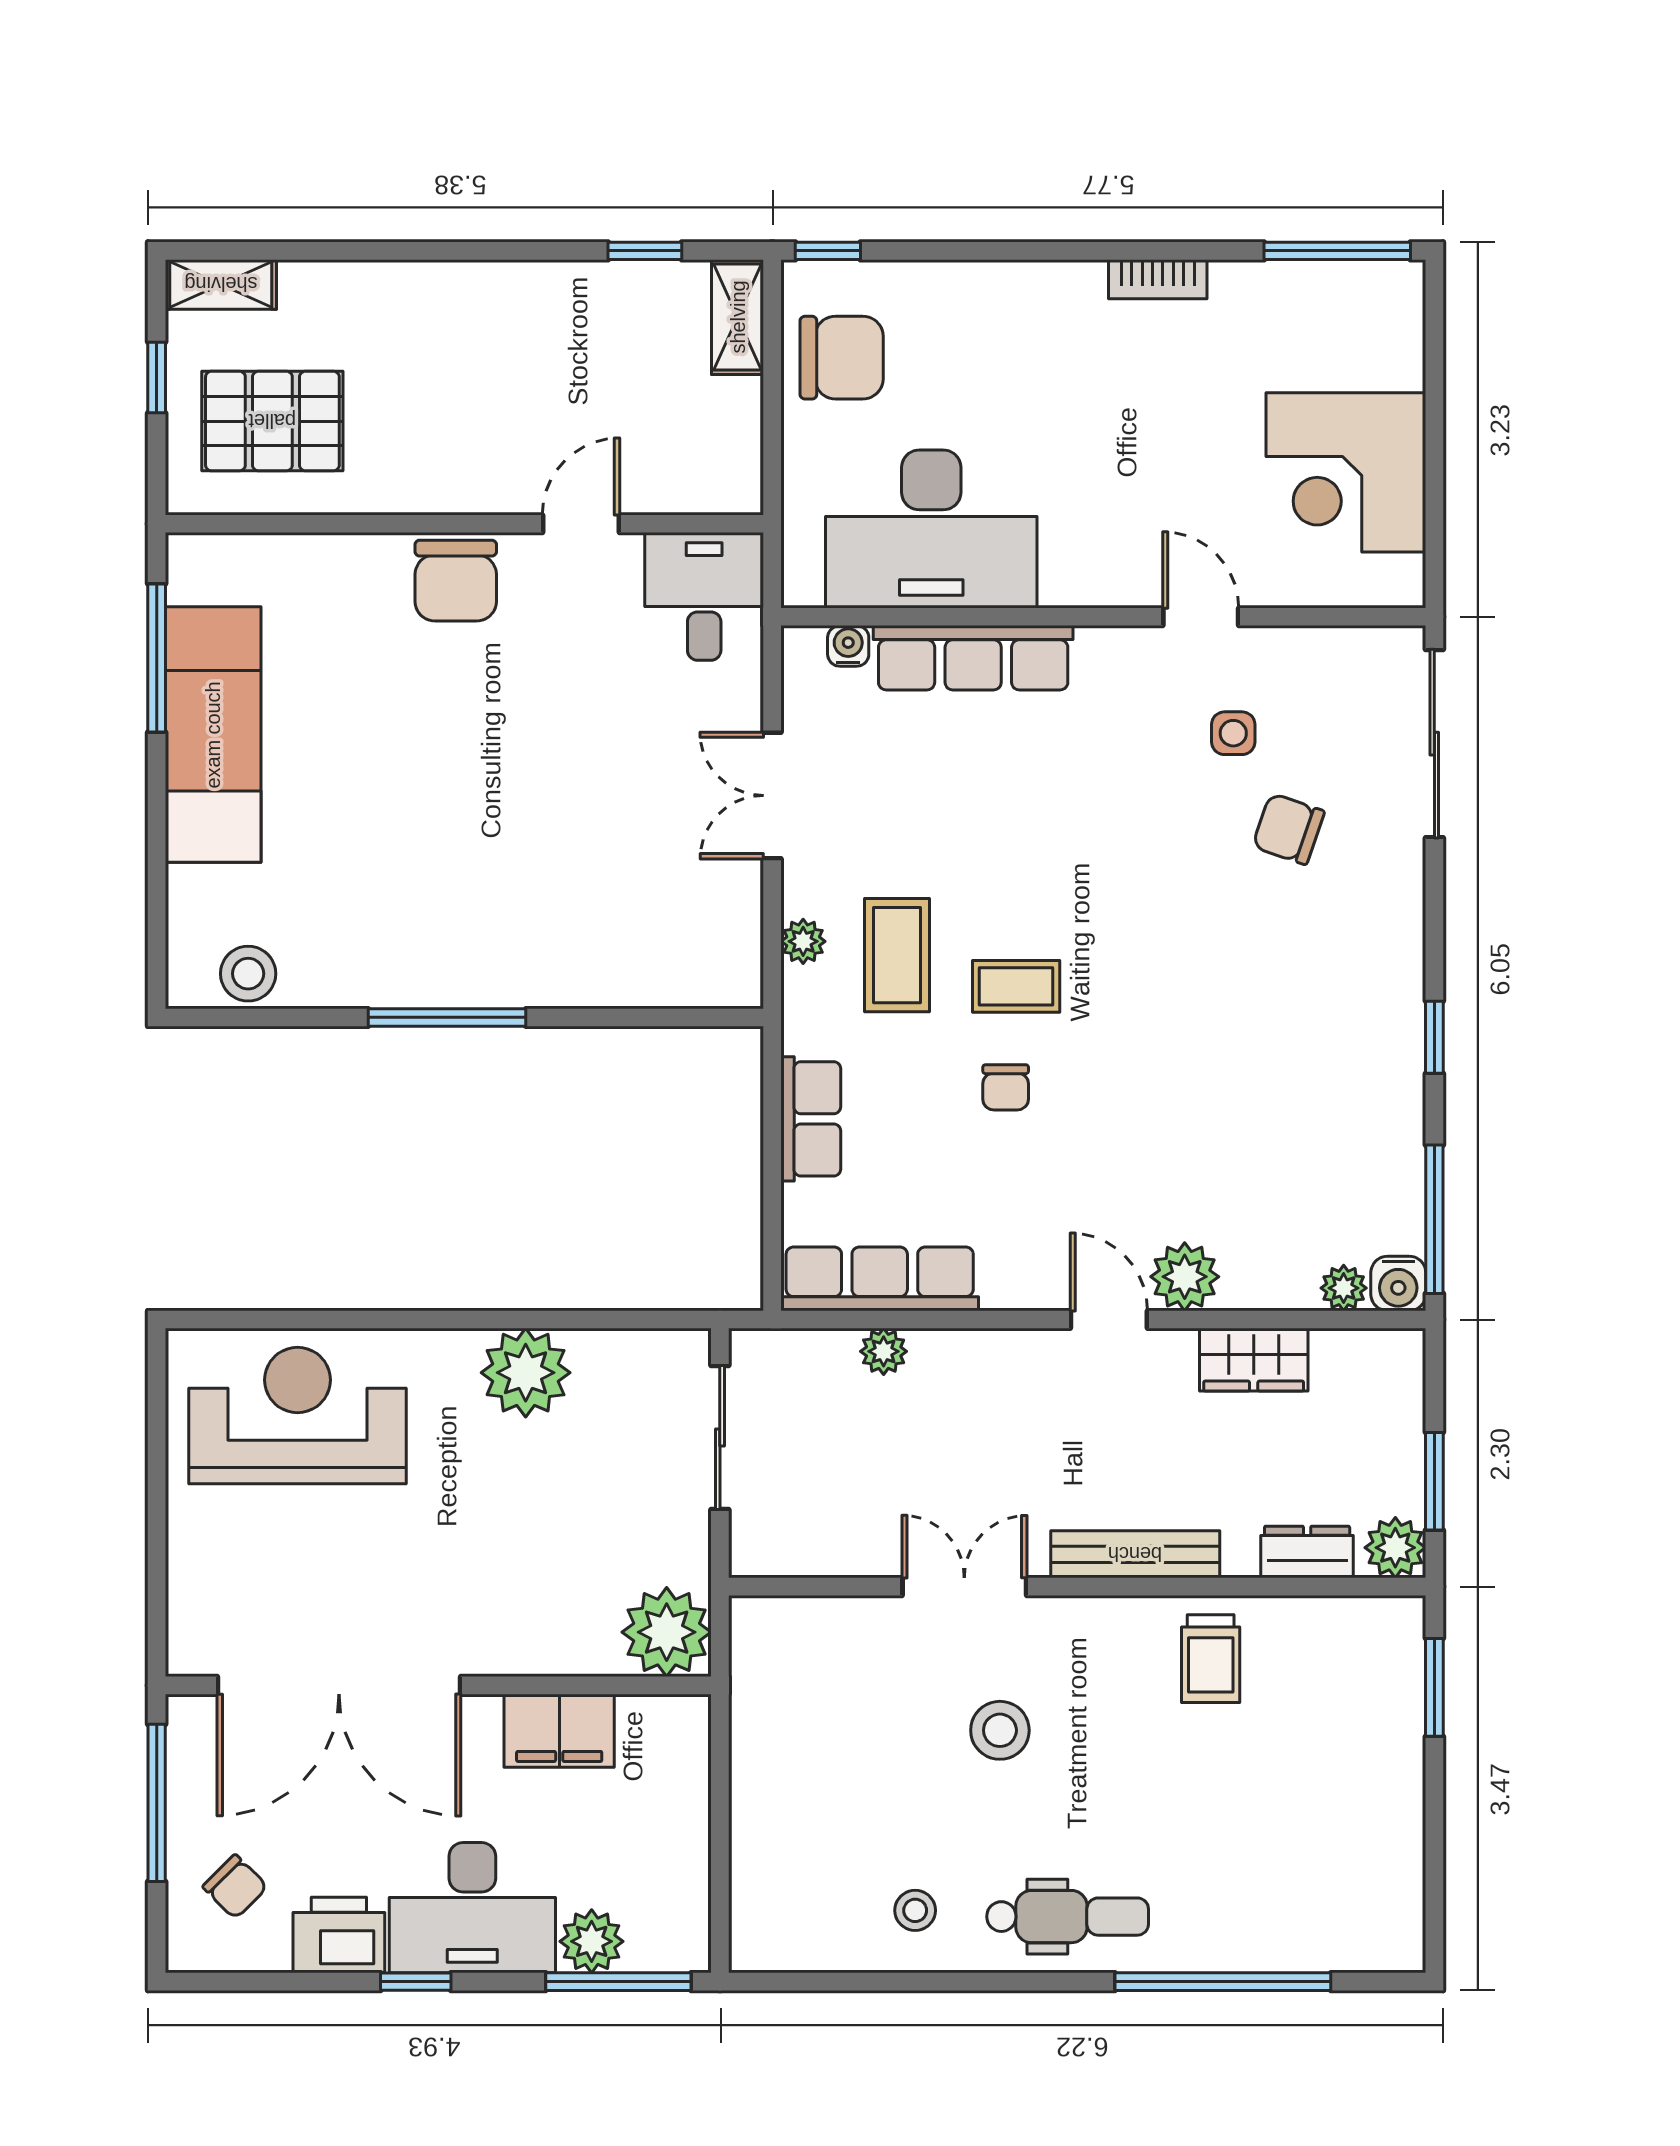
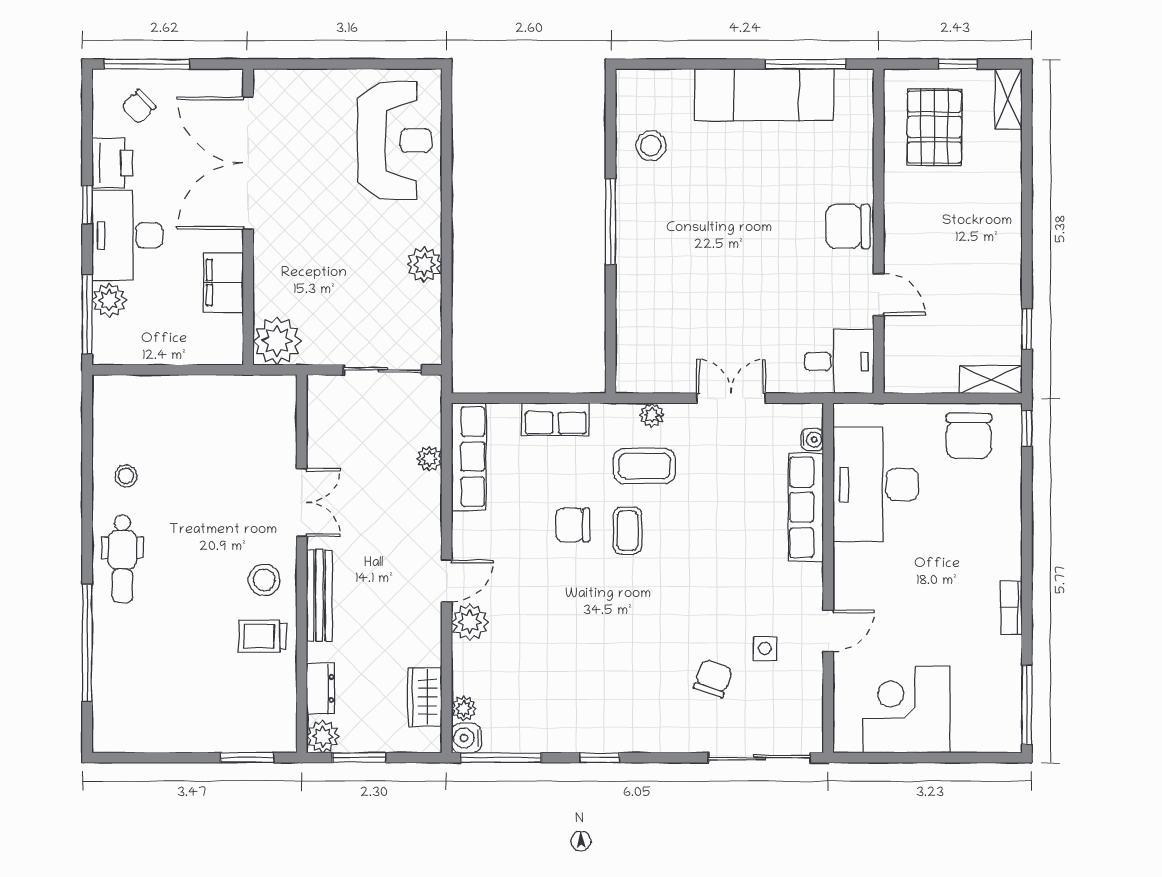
stool: (248, 974) -> (651, 146), moved
chair: (1006, 1087) -> (573, 525), width x1.37, depth x1.37
wardrobe: (1254, 1360) -> (425, 697), moved
plant: (526, 1373) -> (424, 264), width x0.73, depth x0.73
stool: (1000, 1730) -> (264, 580), moved
window: (157, 1803) -> (147, 64), moved

